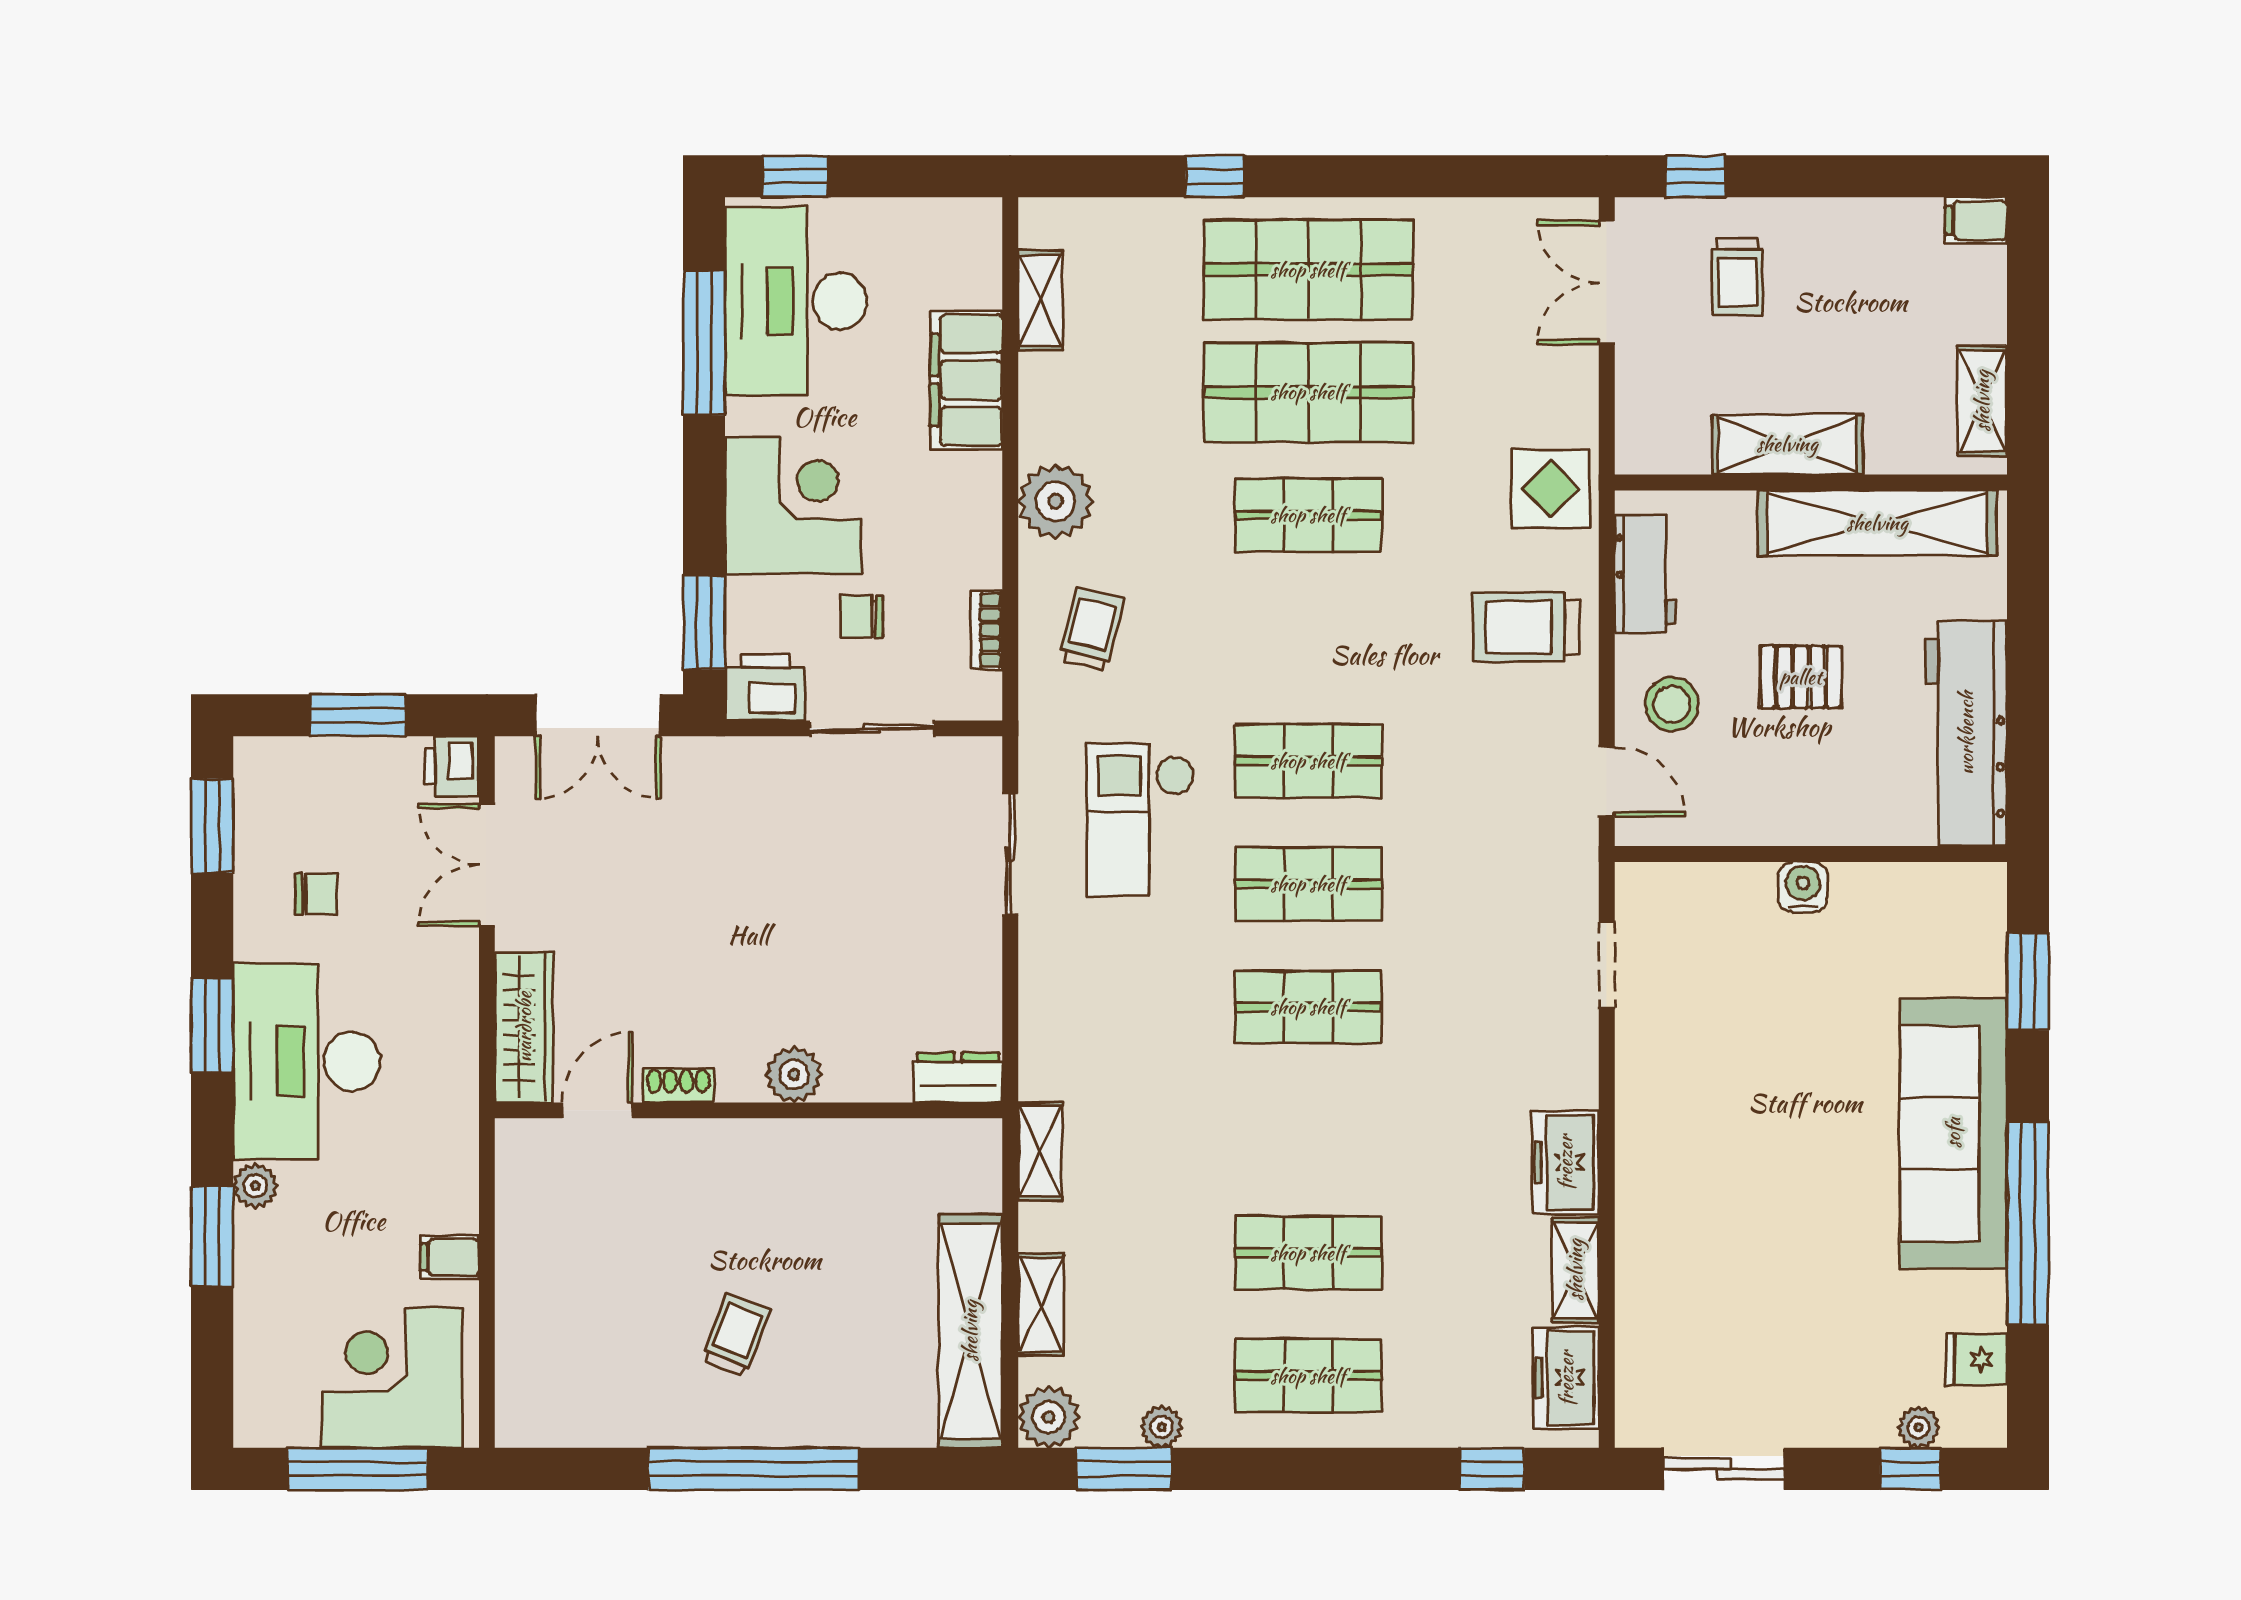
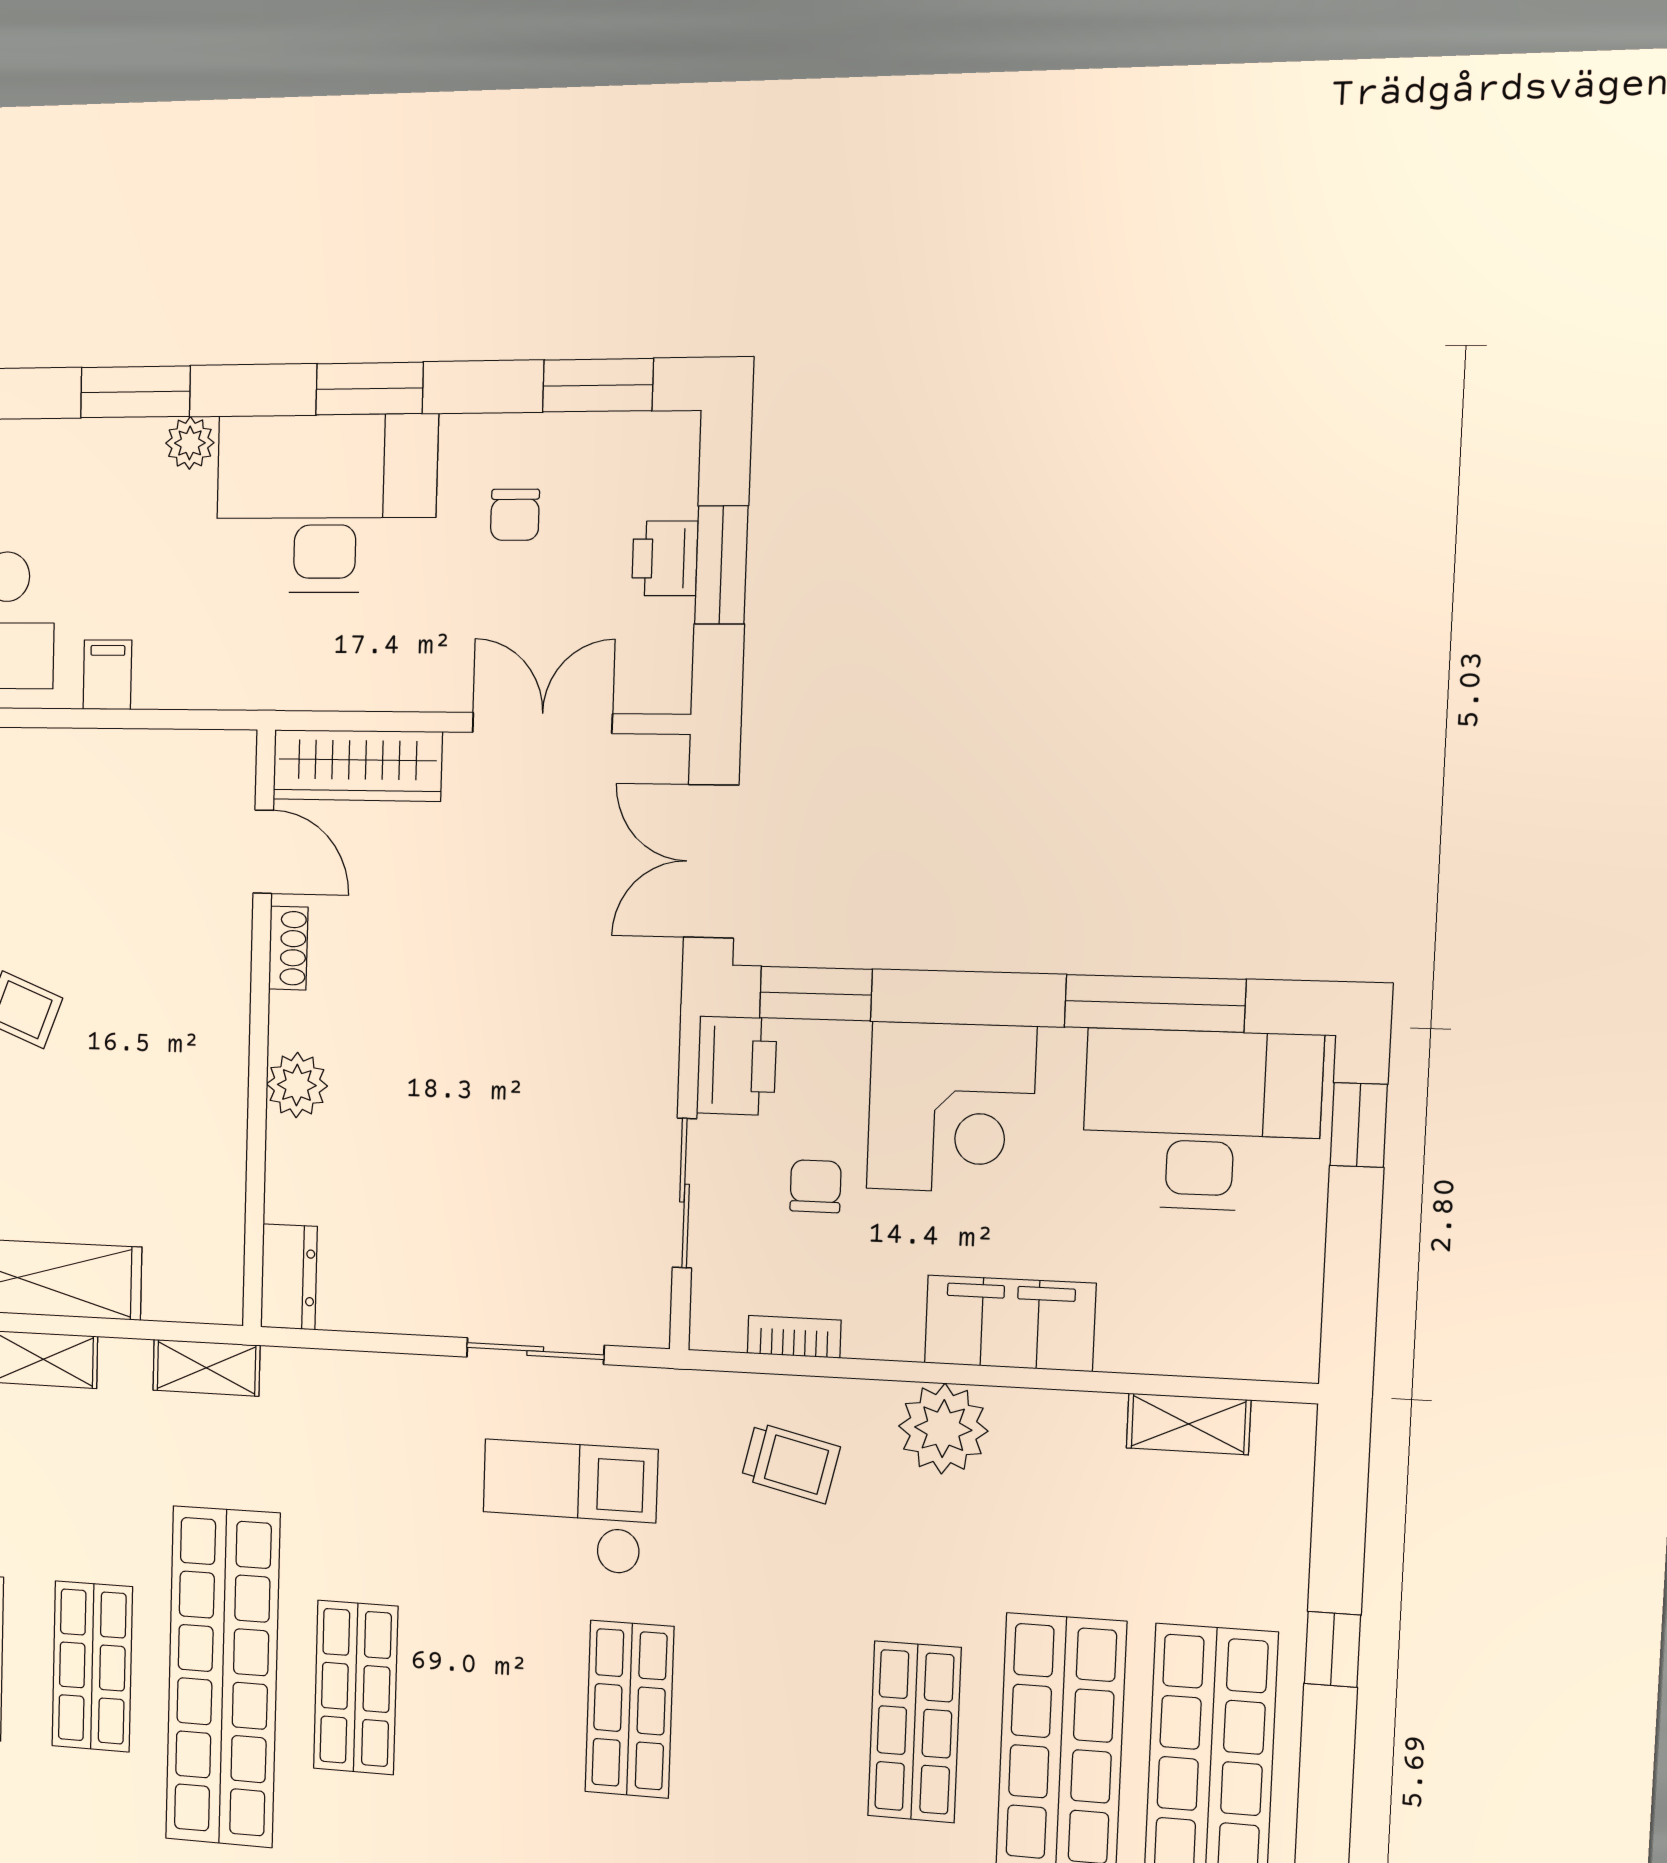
filing cabinet: (966, 380) -> (1010, 1323), moved
printer: (452, 766) -> (665, 558), moved, turned -90
shop shelf: (1308, 884) -> (223, 1677), moved, width x2.00, depth x1.36

